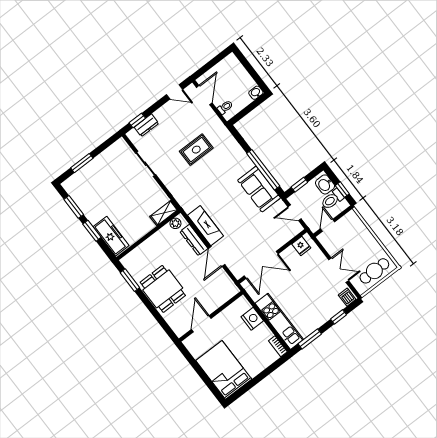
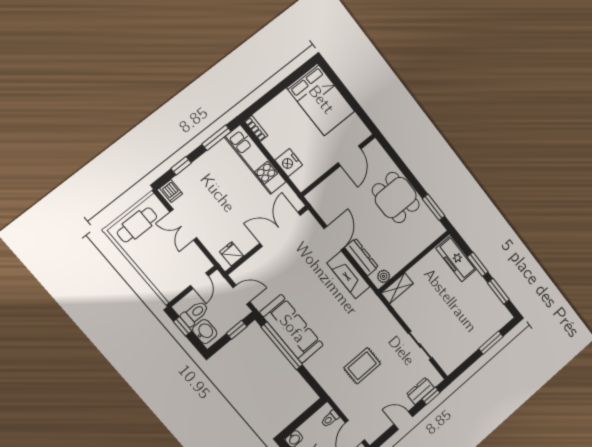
door: (174, 92) -> (403, 420), moved
sofa: (259, 189) -> (292, 329), width x1.36

